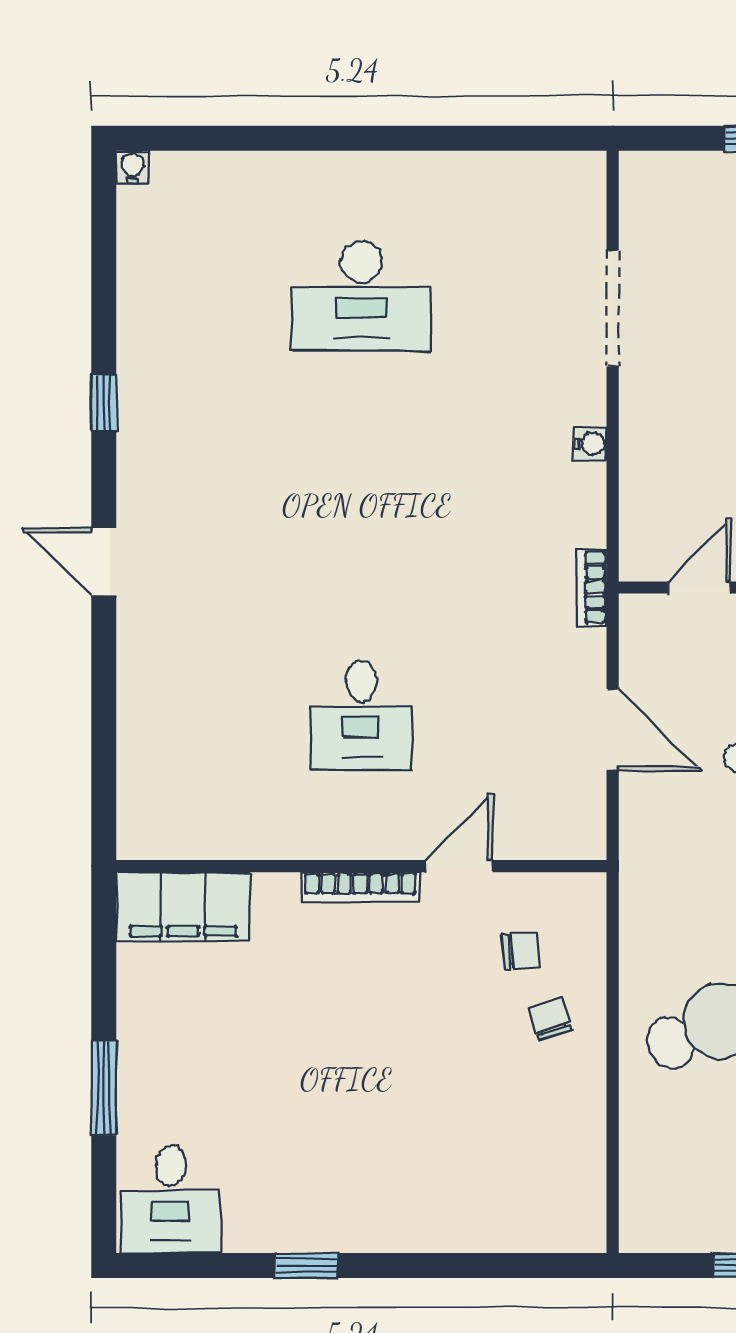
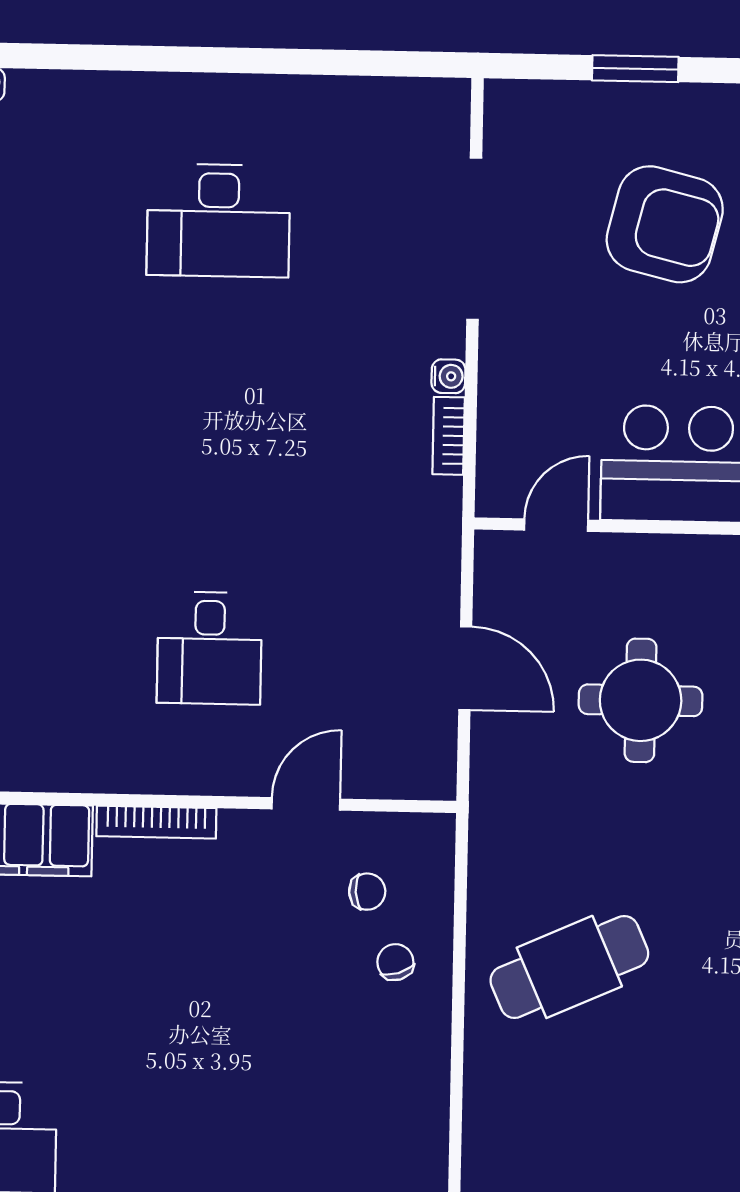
doorway: (613, 308) -> (474, 239), width x1.36
bookcase: (592, 587) -> (449, 436), moved
bookcase: (360, 887) -> (156, 822), moved

